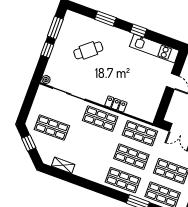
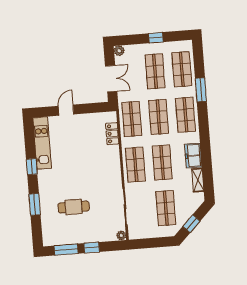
cafe table: (88, 50) -> (74, 207), turned -51
locker: (116, 104) -> (112, 134), moved
shop shelf: (92, 142) -> (162, 163), added
freezer: (85, 171) -> (193, 156), added

